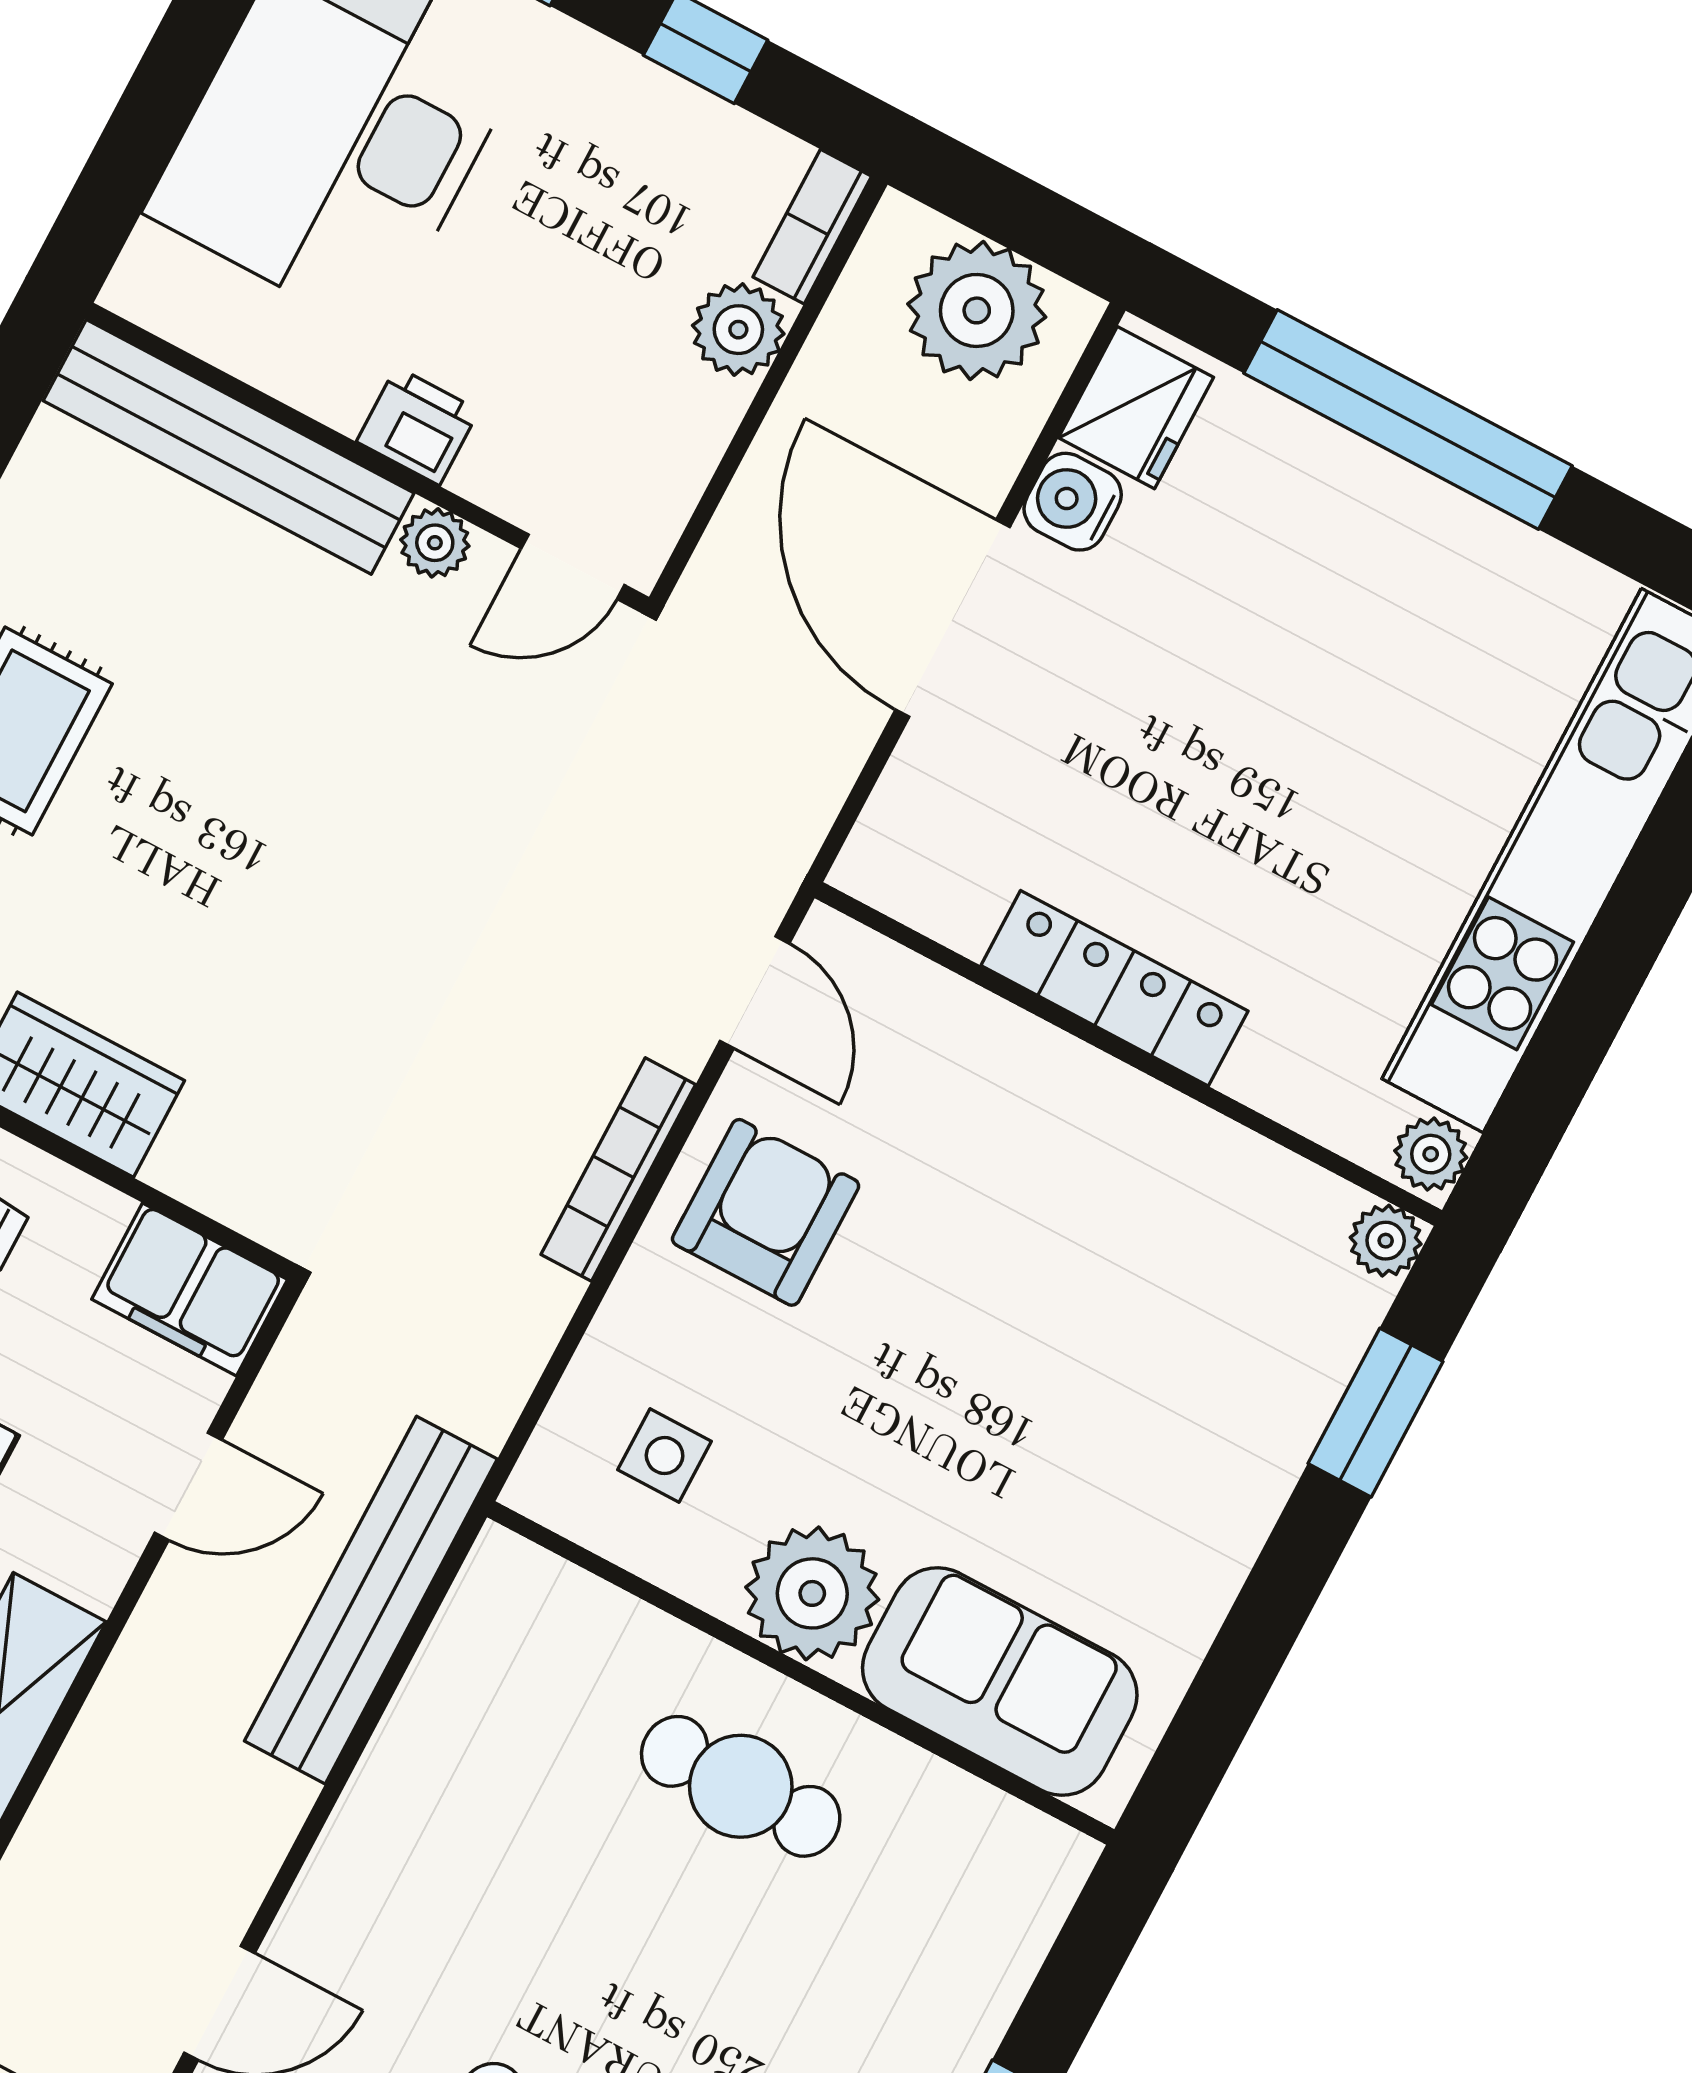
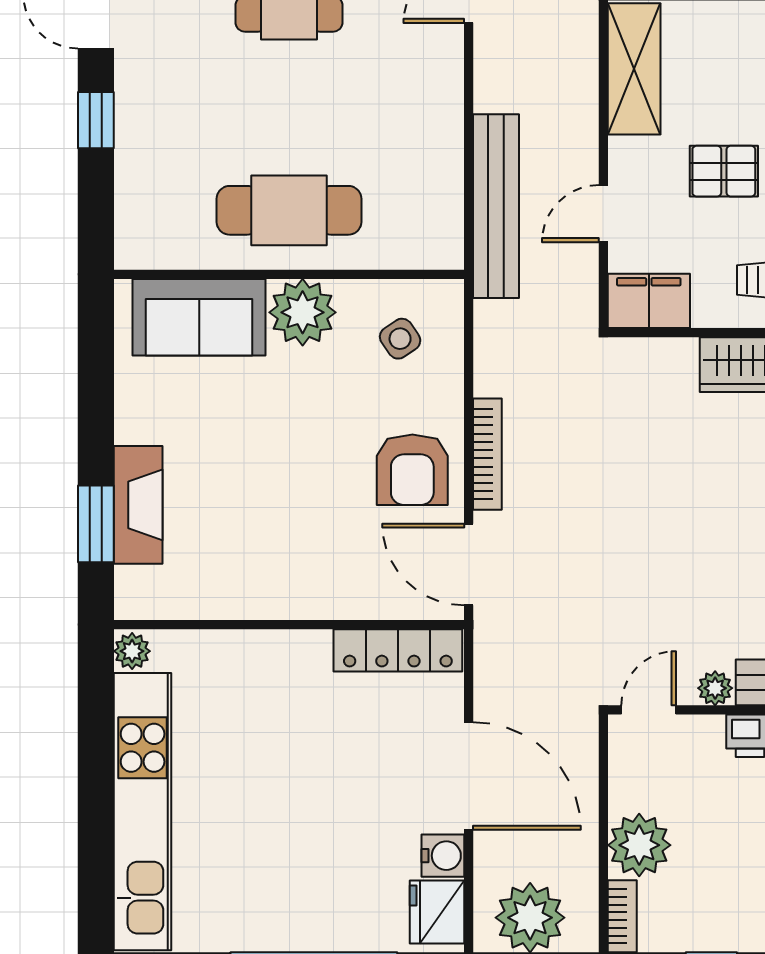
plant: (738, 330) -> (639, 845), width x1.36, depth x1.36
locker: (1114, 988) -> (398, 650), moved
door: (755, 992) -> (469, 564), width x1.38
plant: (1386, 1241) -> (132, 602), removed
fireplace: (1283, 1407) -> (138, 505), added
side table: (665, 1456) -> (400, 339), turned -34
cafe table: (741, 1786) -> (289, 210), width x1.37, depth x1.35

